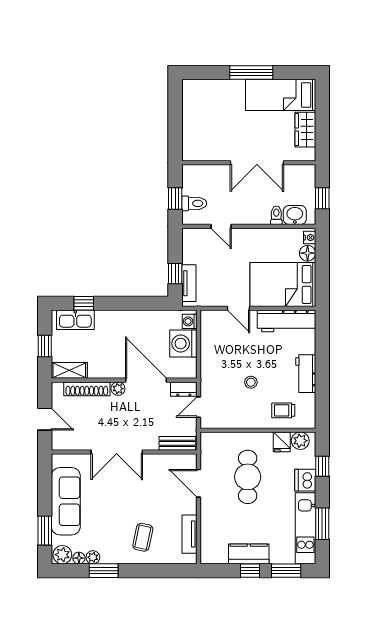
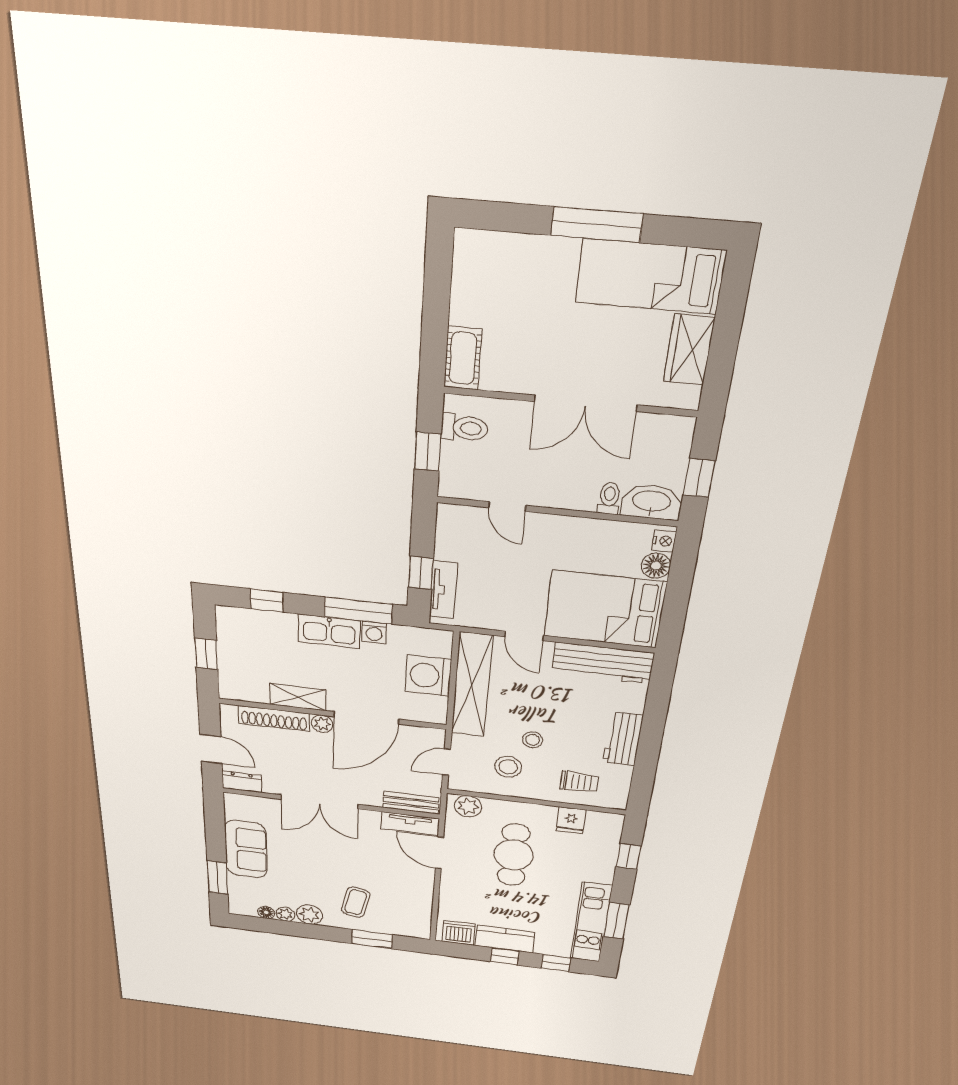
cot: (191, 145) -> (463, 358), added
toilet: (194, 203) -> (464, 428), moved
washbasin: (295, 215) -> (651, 502), width x1.38
window: (139, 303) -> (358, 611), added
kitchen sink: (75, 320) -> (329, 631), moved
washing machine: (190, 321) -> (374, 632), moved, turned -90
shelving: (210, 347) -> (472, 685), added
shelving: (69, 370) -> (298, 697), moved
door: (146, 380) -> (366, 718), swing flipped
dresser: (184, 389) -> (242, 782), moved, turned 180
stool: (238, 405) -> (508, 767), added
trolley: (283, 410) -> (579, 782), turned 180
plant: (300, 441) -> (468, 806), moved
dishwasher: (305, 480) -> (459, 933), moved, turned 90
sofa: (66, 501) -> (246, 849), width x0.73
tv unit: (189, 534) -> (410, 824), moved, turned -90
plant: (62, 555) -> (310, 915), moved
window: (104, 571) -> (372, 939), moved
window: (286, 571) -> (556, 963), width x0.67

